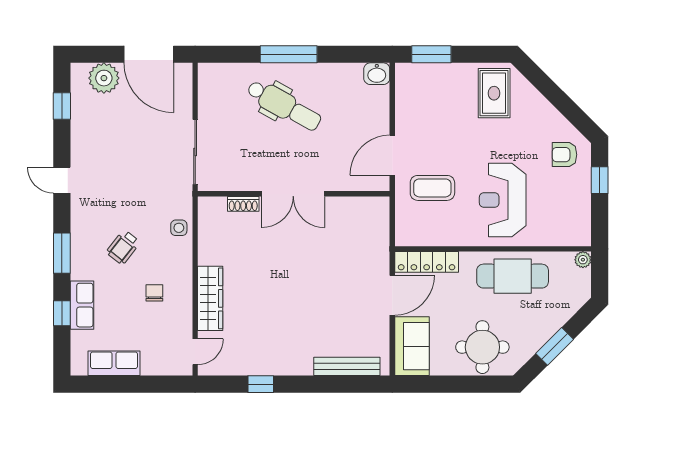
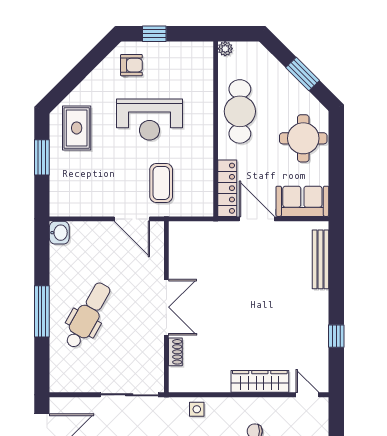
window: (431, 54) -> (42, 157), moved
rug: (494, 93) -> (77, 128), turned 90
armchair: (564, 155) -> (131, 65), turned -90
reception desk: (503, 200) -> (150, 119), moved

